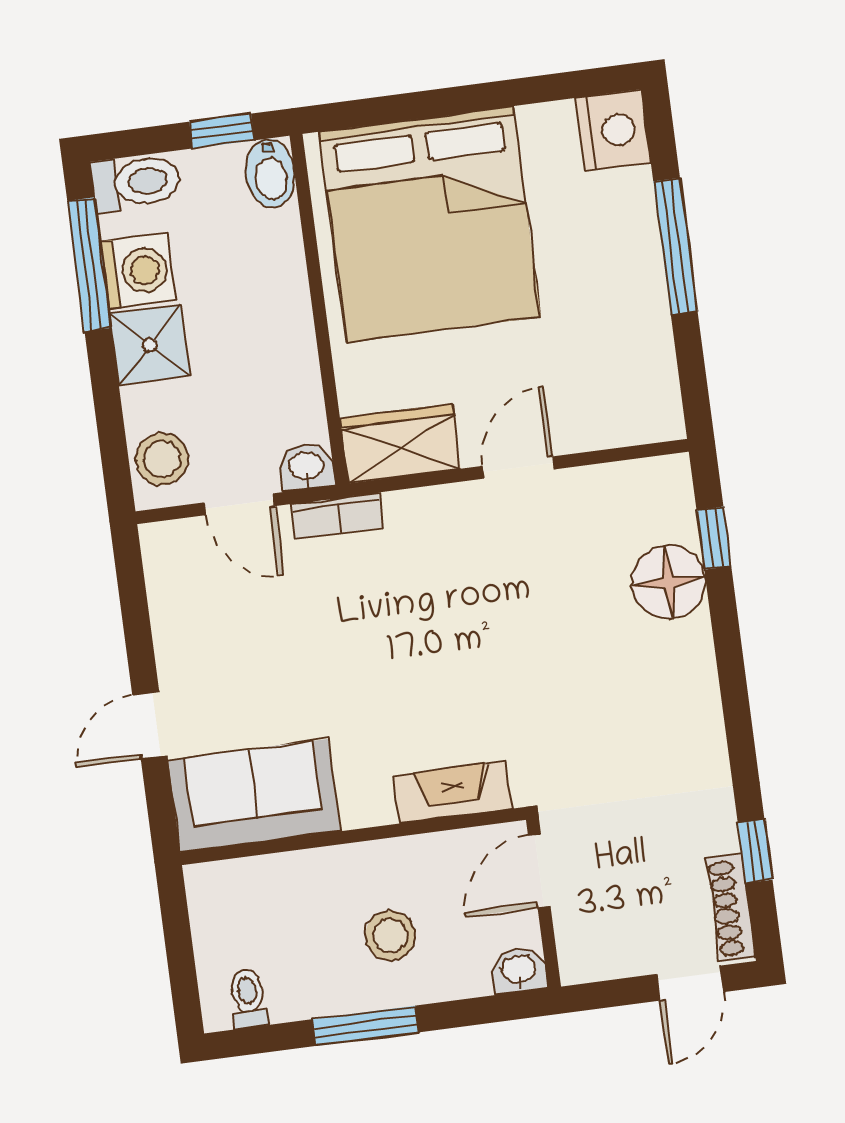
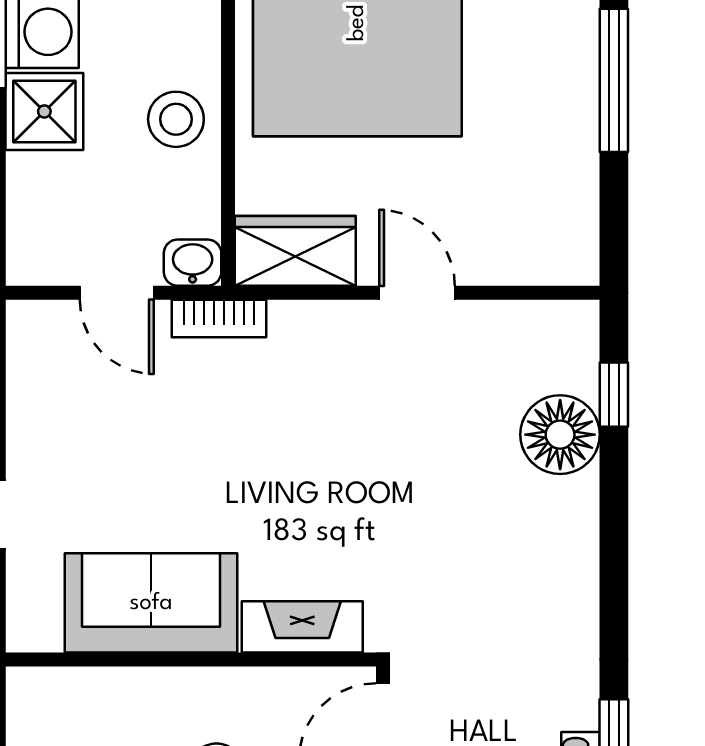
stool: (162, 459) -> (176, 119), moved
door: (518, 468) -> (417, 293), hinge flipped
sofa: (254, 796) -> (151, 603), moved

